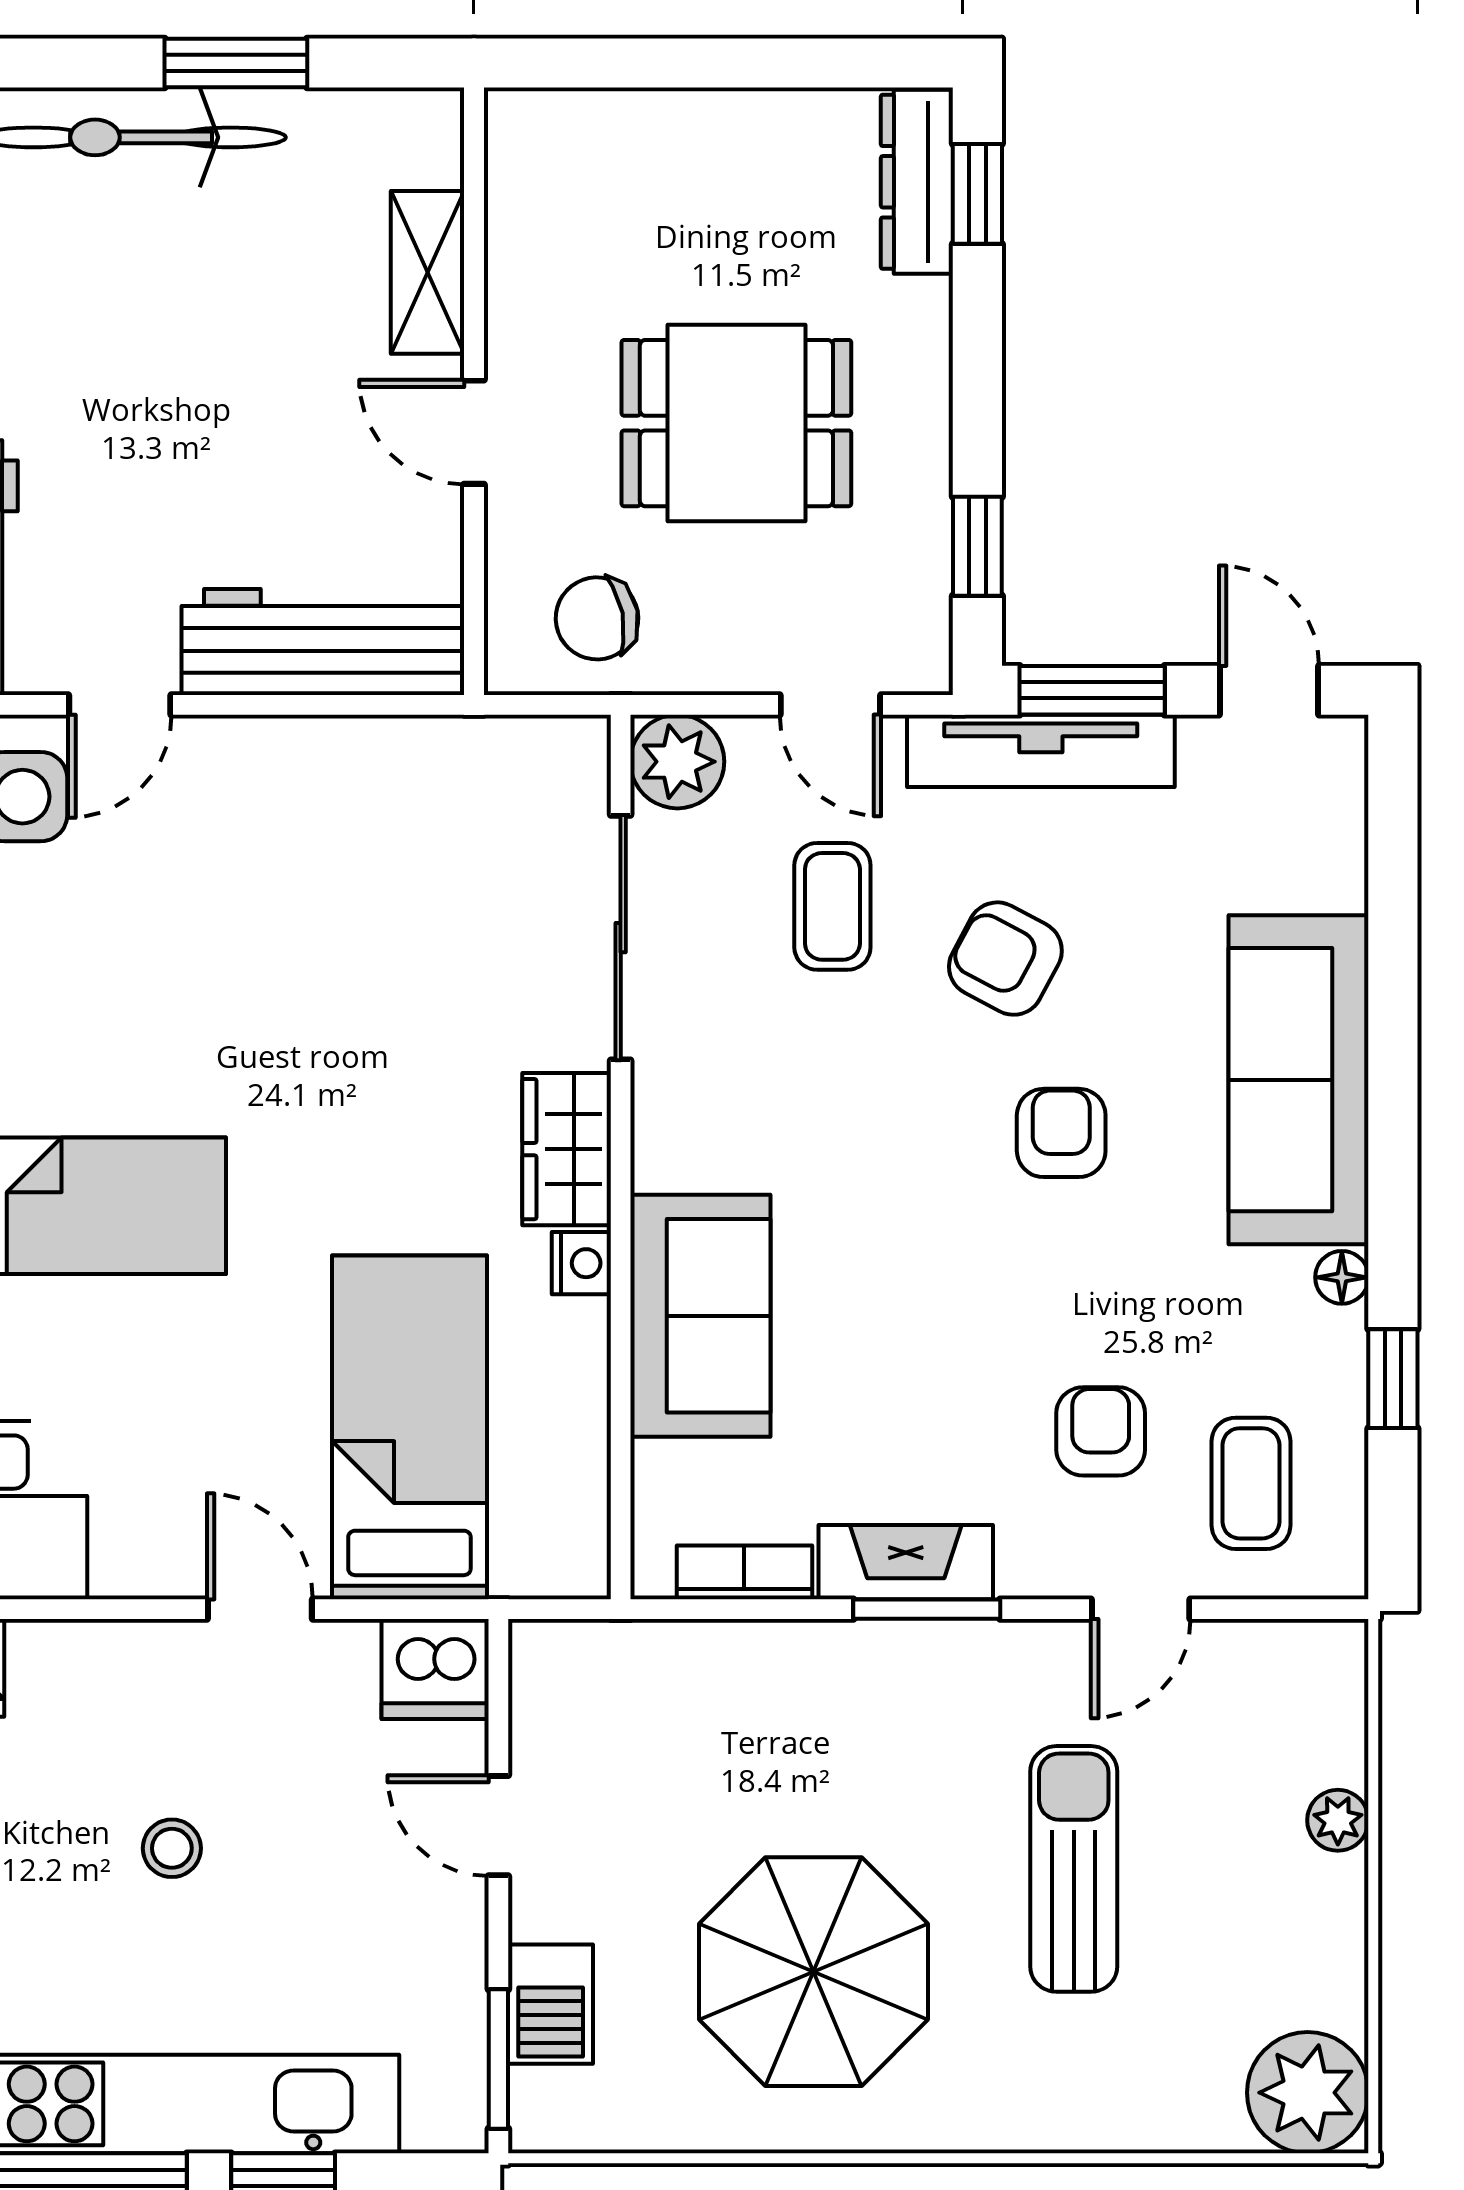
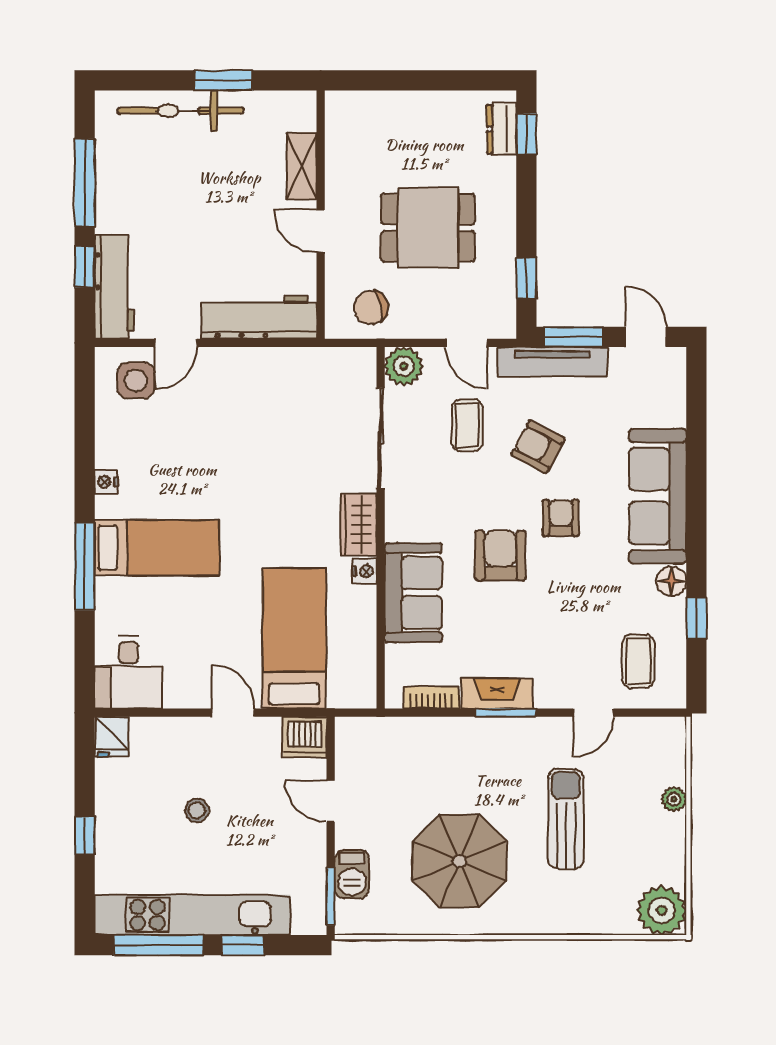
dresser: (917, 182) -> (502, 129), width x0.70
floor lamp: (1342, 1277) -> (671, 581), width x1.37, depth x1.37
armchair: (1101, 1431) -> (500, 556), moved, width x1.38, depth x1.38

